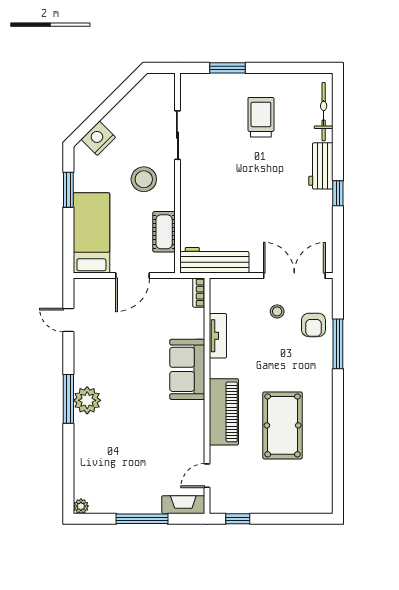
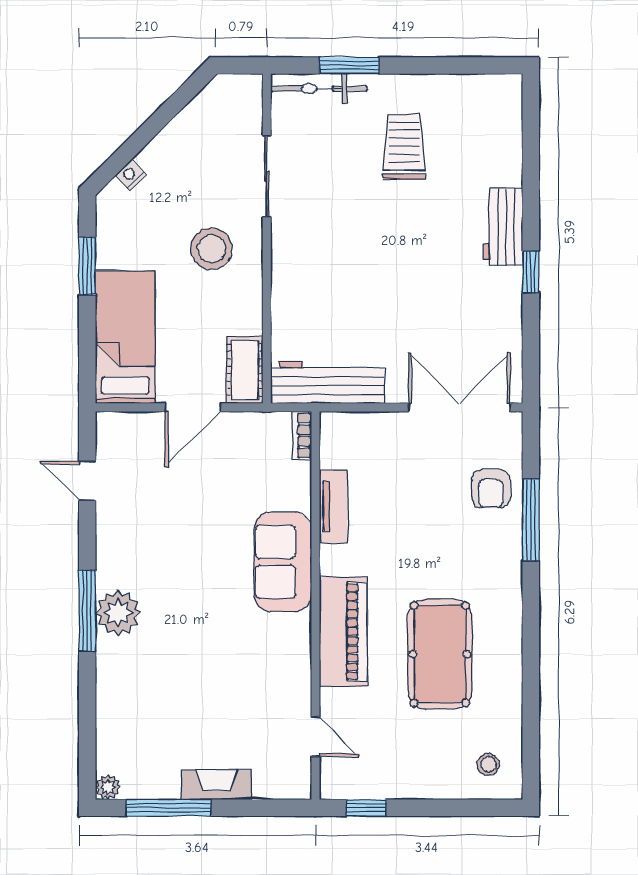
bicycle: (324, 112) -> (319, 89), moved, turned -90
nightstand: (98, 138) -> (130, 175), width x0.53, depth x0.56
cot: (164, 232) -> (245, 370), moved
stool: (277, 311) -> (488, 764), moved
door: (207, 476) -> (316, 737), swing flipped
fireplace: (183, 505) -> (216, 785), moved
window: (142, 519) -> (169, 808), moved

